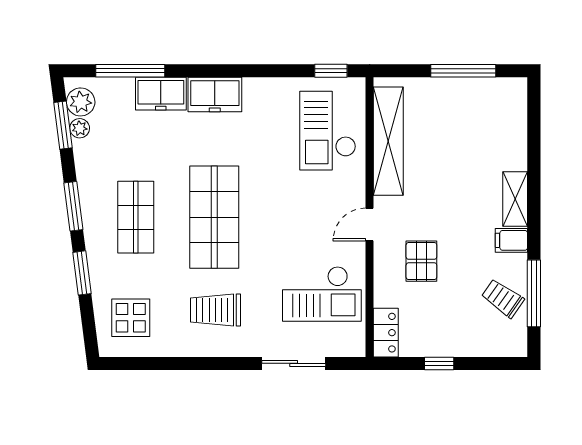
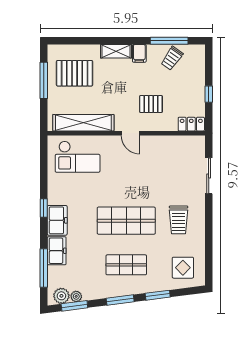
window: (331, 71) -> (44, 208), moved
pallet: (476, 125) -> (75, 73), added
checkout: (322, 294) -> (169, 160), removed

